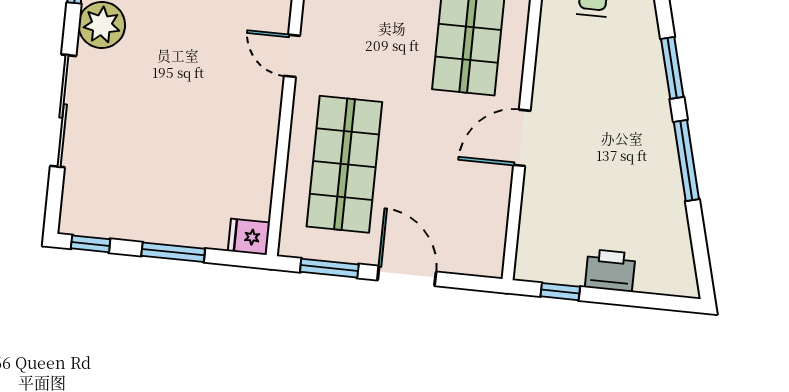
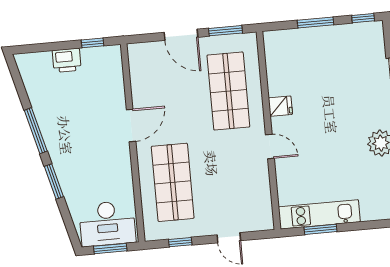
fridge: (249, 237) -> (280, 106), moved

